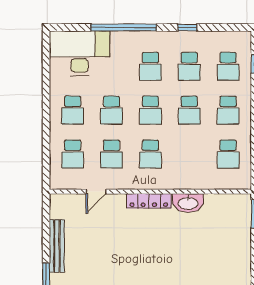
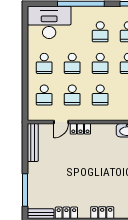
locker: (149, 201) -> (80, 129), moved, width x0.66
bench: (57, 246) -> (33, 143), moved

